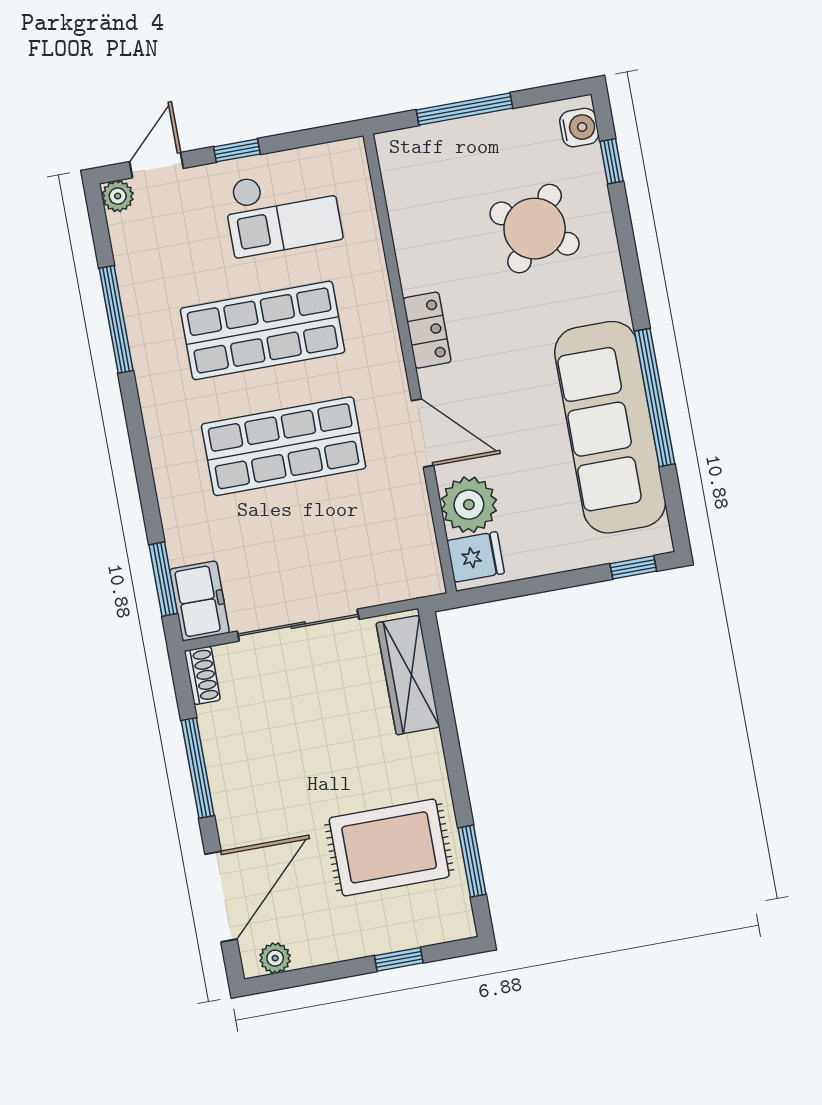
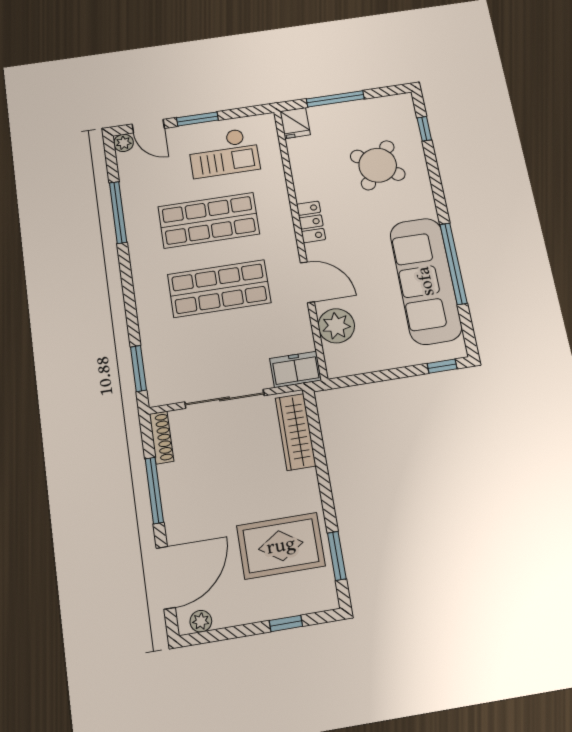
water cooler: (579, 128) -> (404, 110), removed
window: (237, 150) -> (197, 119), width x1.50
door: (156, 165) -> (148, 126), swing flipped
fridge: (476, 557) -> (295, 123), moved, turned 90
freezer: (199, 601) -> (296, 369), moved, turned -90
shoe rack: (202, 675) -> (162, 437), width x1.43

